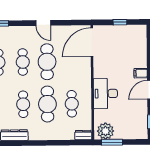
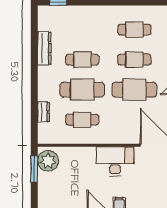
desk: (105, 94) -> (115, 161), moved
dresser: (83, 135) -> (43, 112), moved

